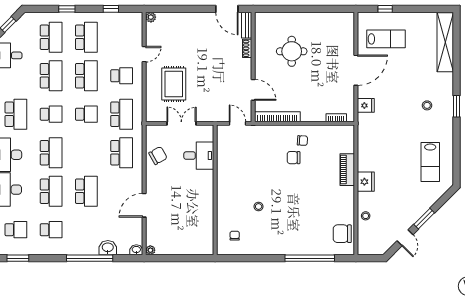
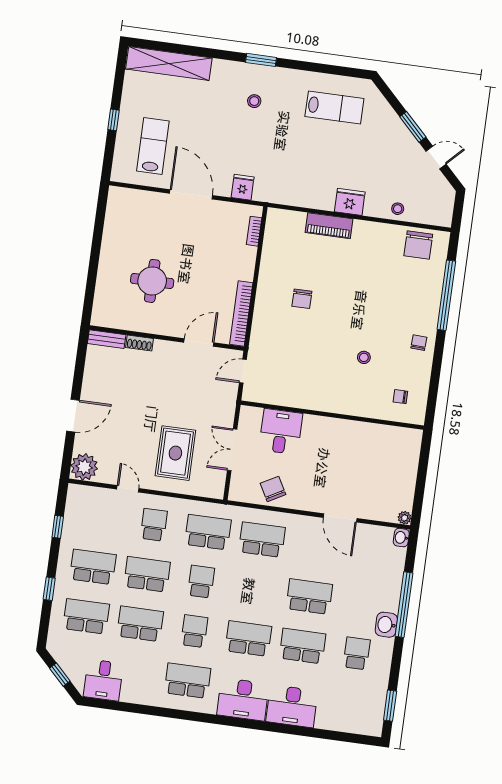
door: (227, 9) -> (73, 416), moved
window: (385, 9) -> (113, 120), moved
plant: (151, 17) -> (84, 467), width x1.88, depth x1.88
rug: (174, 84) -> (175, 453), turned 90
chair: (302, 141) -> (419, 343), moved
school desk: (16, 230) -> (350, 703), removed
washbasin: (108, 248) -> (386, 625), moved

